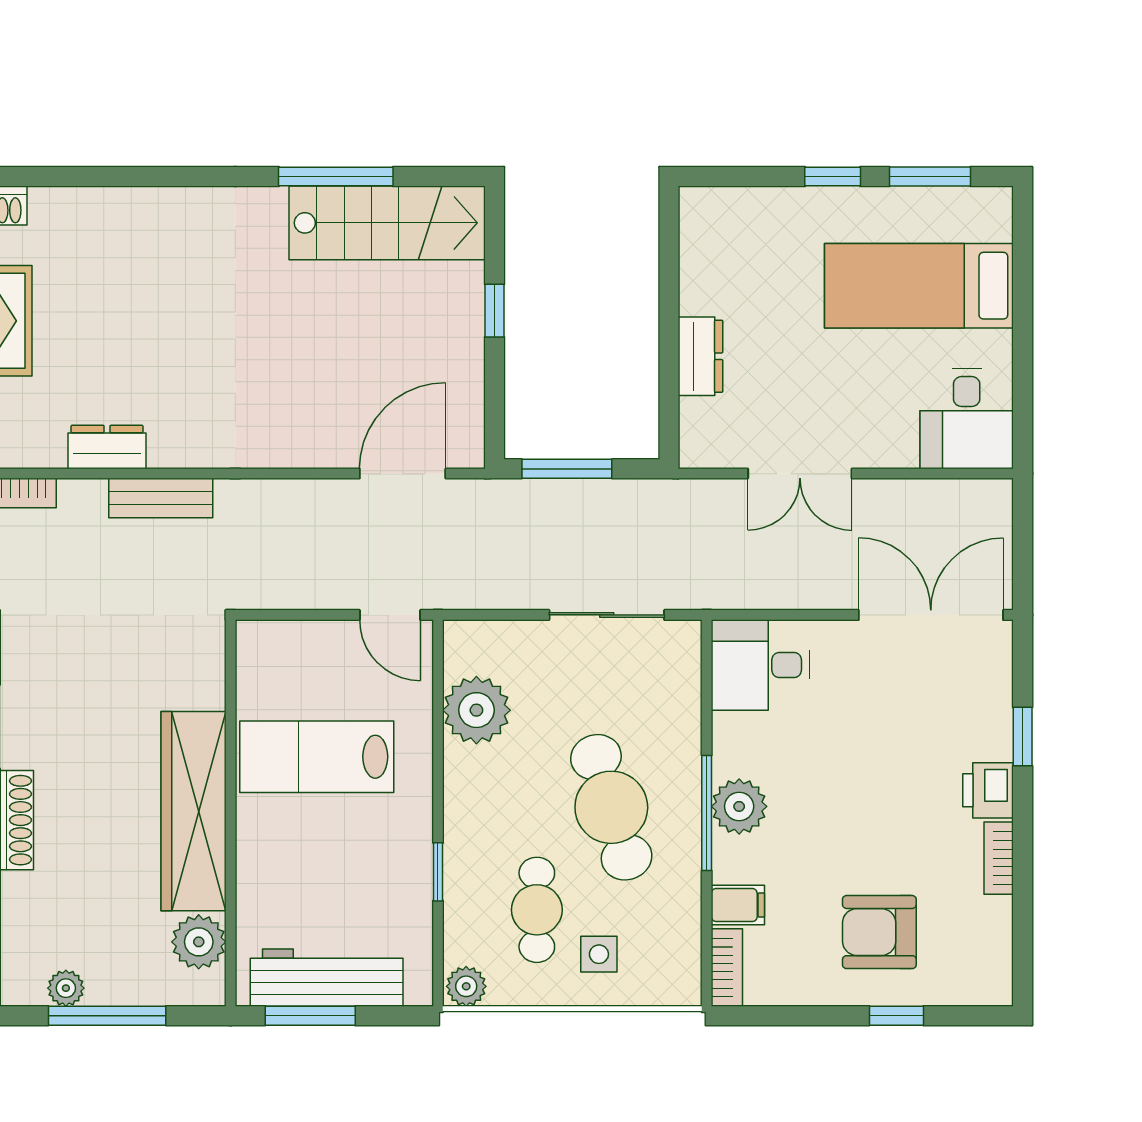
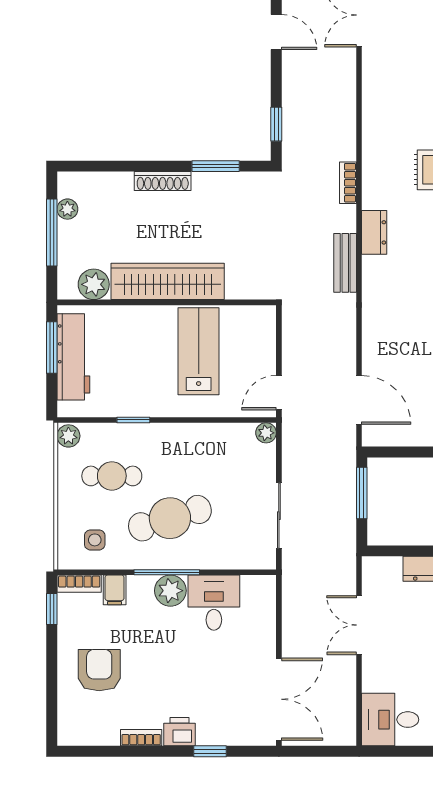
desk: (760, 665) -> (214, 603), moved
plant: (476, 710) -> (266, 433), moved, width x0.53, depth x0.53
side table: (599, 954) -> (95, 540), moved
window: (896, 1016) -> (52, 609), moved

